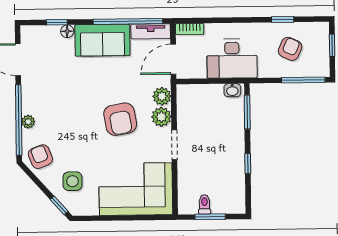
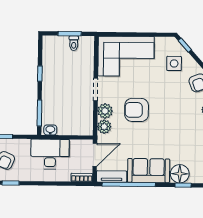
floor lamp: (67, 31) -> (180, 174), width x1.89, depth x1.89
armchair: (120, 119) -> (137, 110), turned -80

